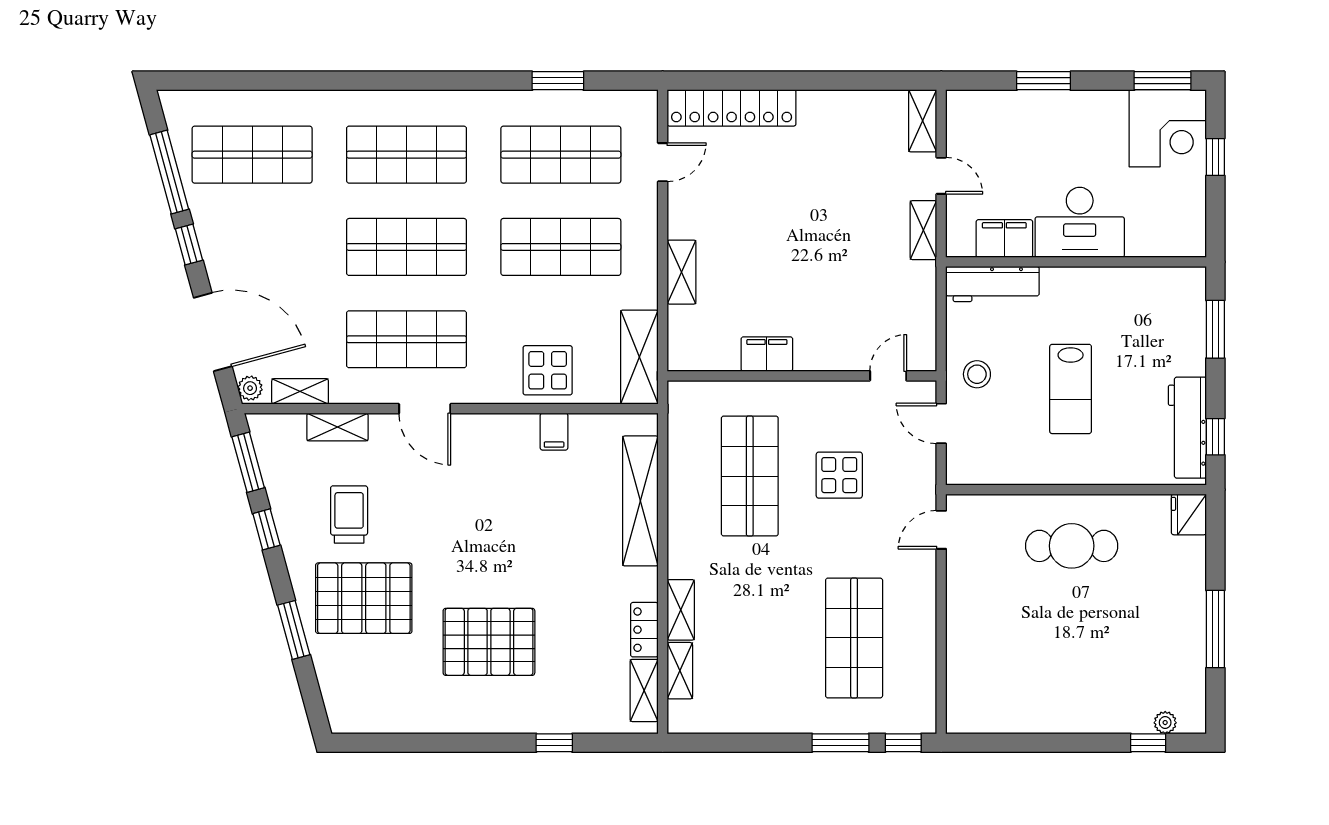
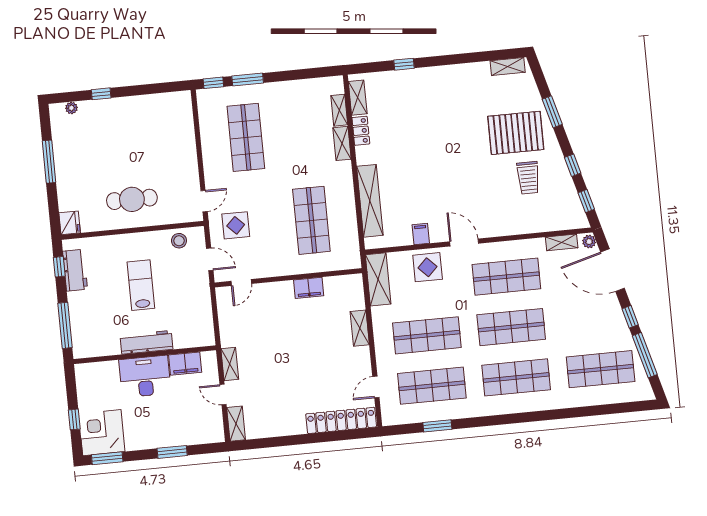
workbench: (992, 284) -> (146, 342), moved
window: (1215, 329) -> (65, 325), width x1.44
stool: (977, 374) -> (179, 241), moved
door: (425, 409) -> (464, 242), moved
shelving: (337, 427) -> (508, 67), moved
workbench: (1187, 428) -> (75, 270), width x0.73
window: (248, 462) -> (586, 201), width x0.67
display table: (839, 475) -> (236, 225), moved
pallet: (489, 642) -> (445, 116), removed
window: (1148, 743) -> (101, 94), moved

